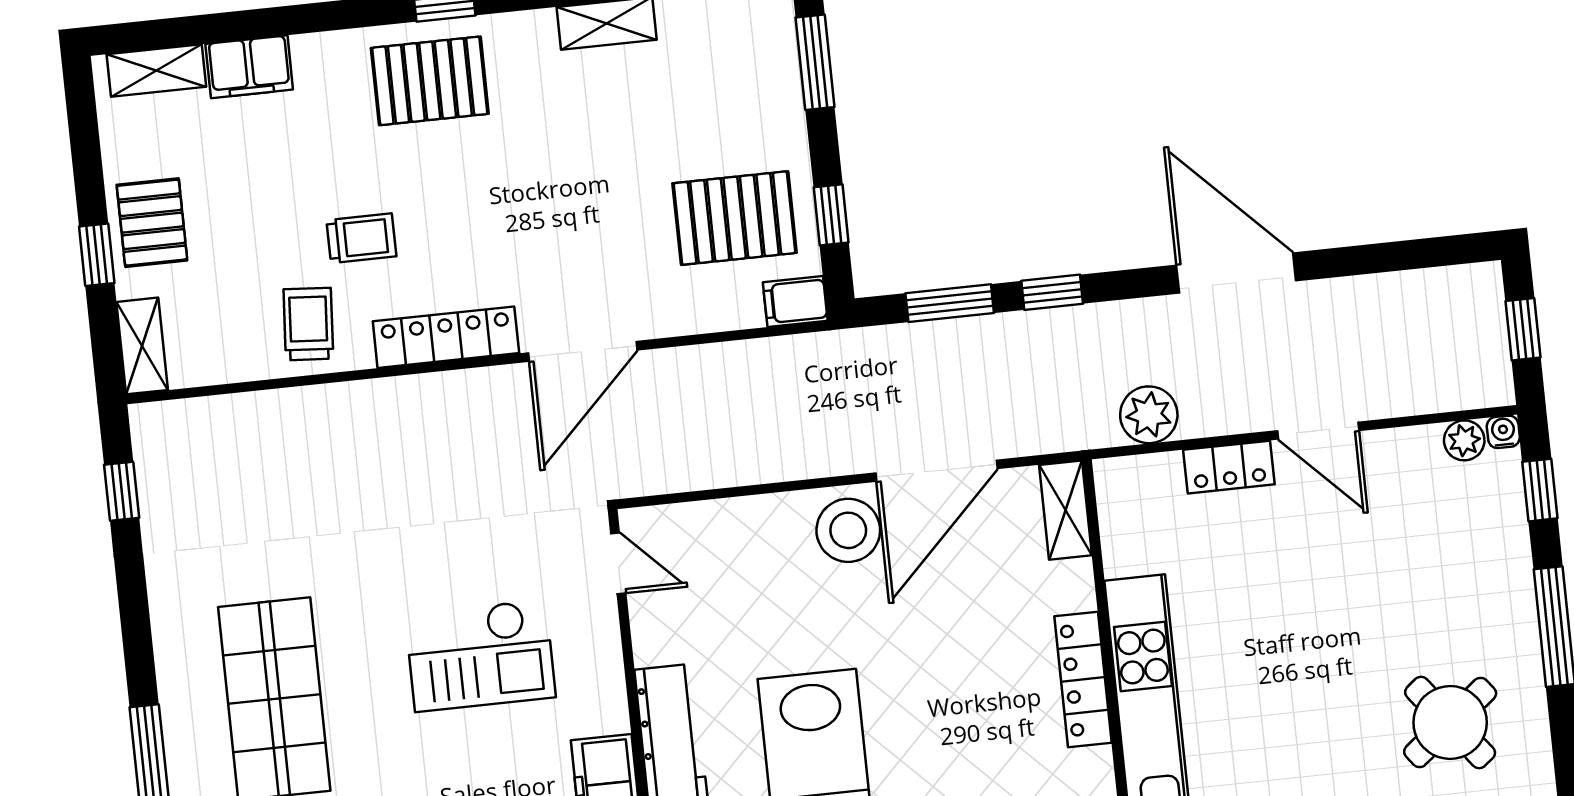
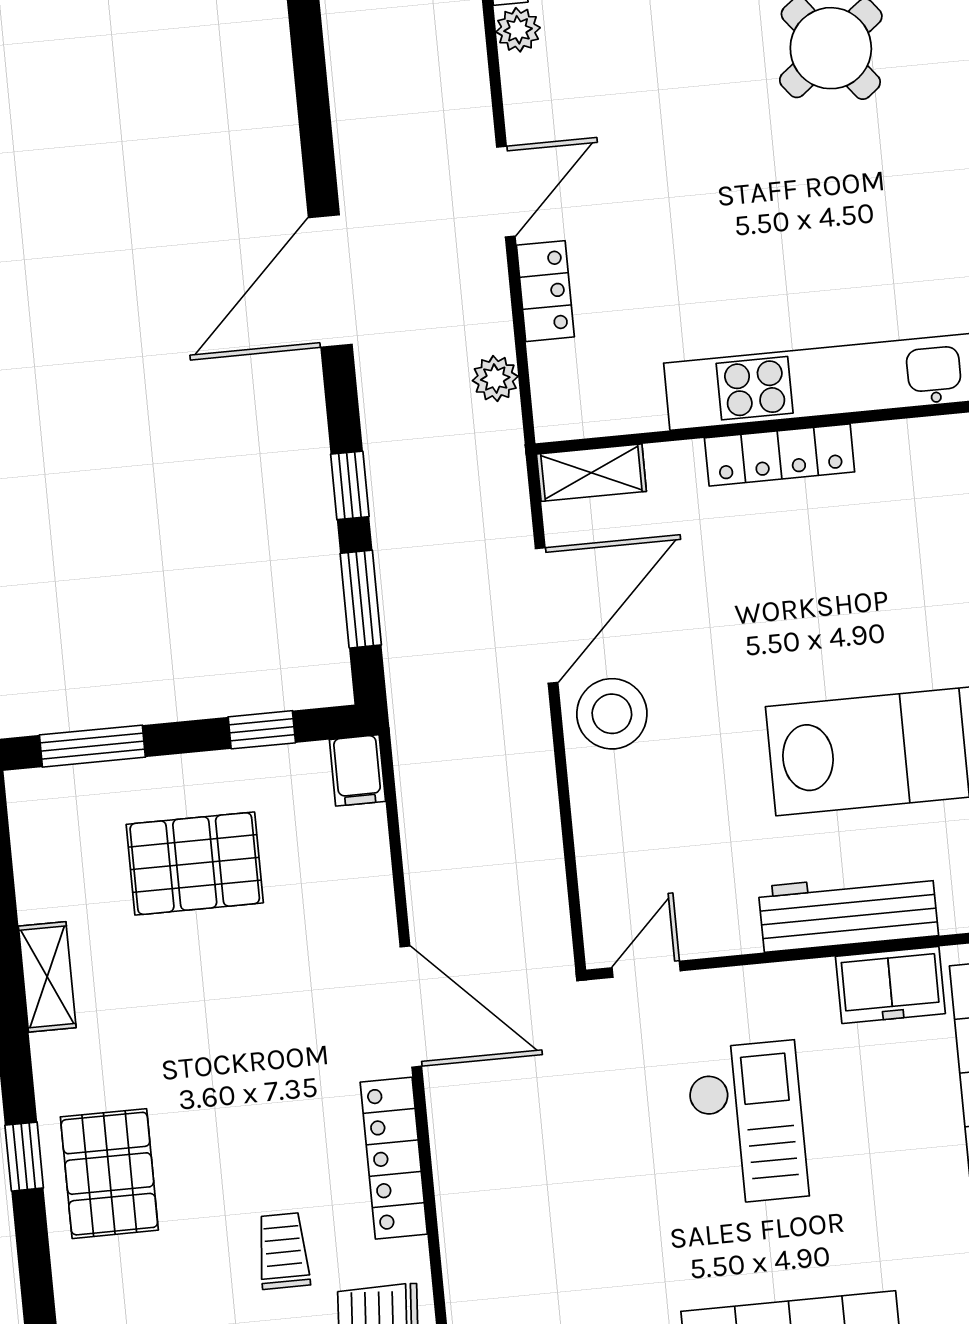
pallet: (735, 218) -> (195, 864), moved, turned 90
plant: (1149, 415) -> (495, 379), width x0.73, depth x0.73
door: (936, 471) -> (547, 615), hinge flipped

